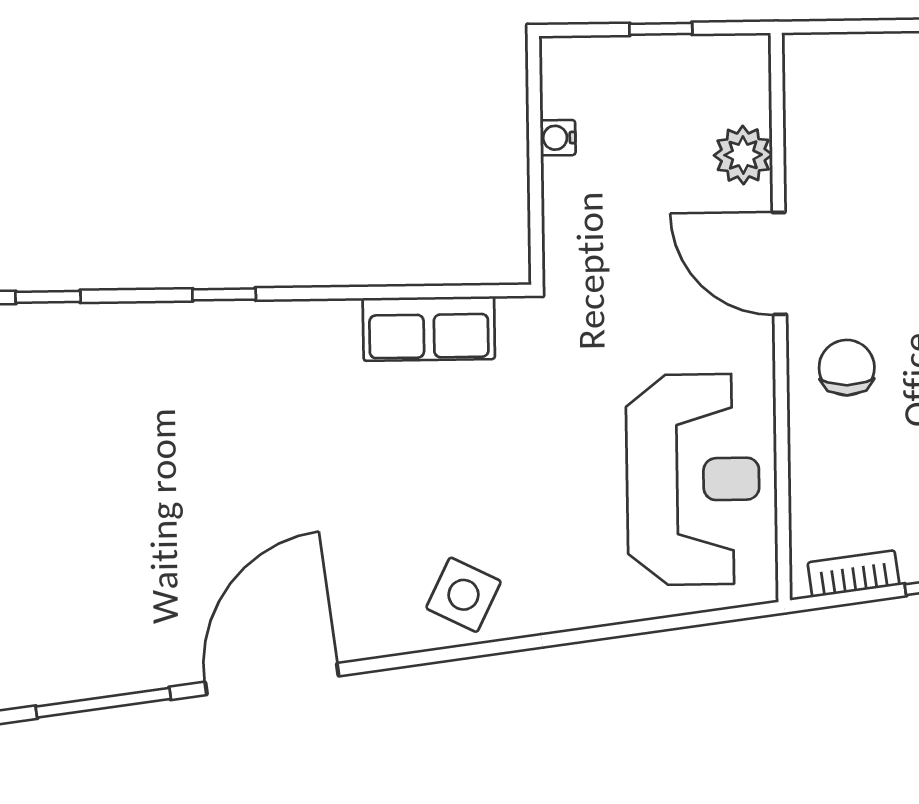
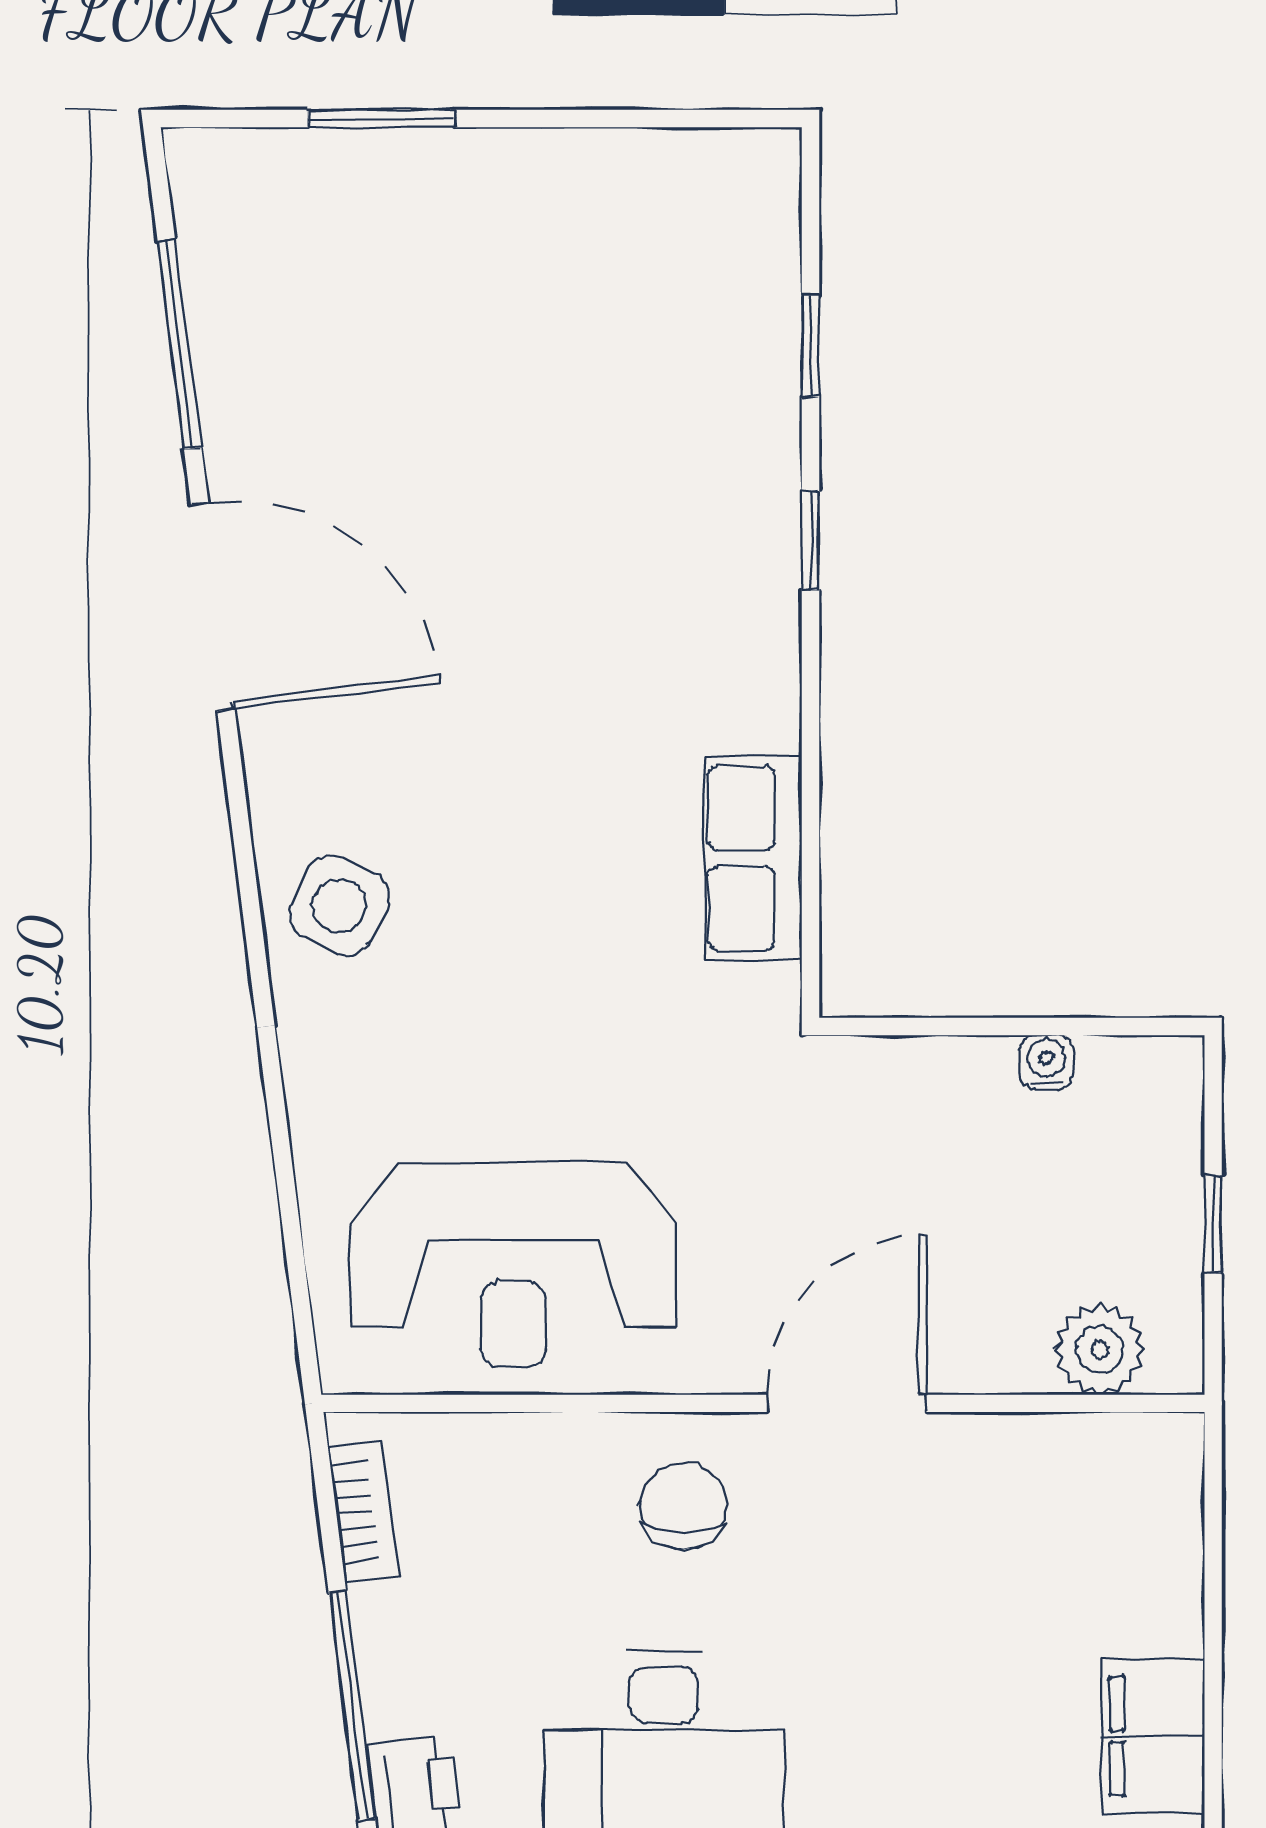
plant: (743, 155) -> (1100, 1349), moved
window: (48, 297) -> (810, 346), moved
chair: (847, 368) -> (683, 1506), turned -90

